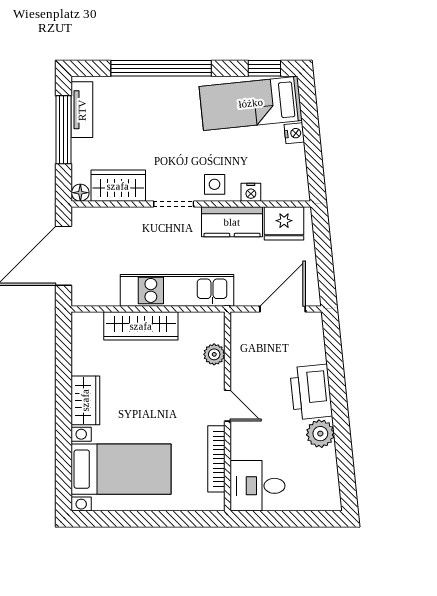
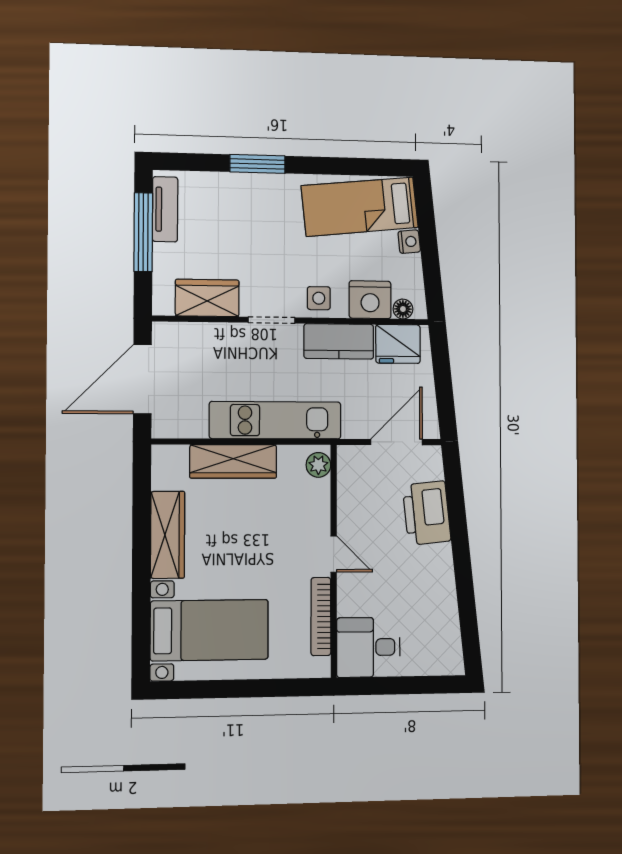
window: (161, 68) -> (257, 164), width x0.47
window: (264, 68) -> (375, 167), removed
nightstand: (251, 192) -> (370, 300), width x1.89, depth x1.79
floor lamp: (80, 193) -> (403, 309), moved
plant: (214, 354) -> (318, 465), moved
printer: (311, 392) -> (427, 513), moved
wardrobe: (85, 400) -> (168, 535), width x1.50
plant: (320, 434) -> (440, 586), removed

